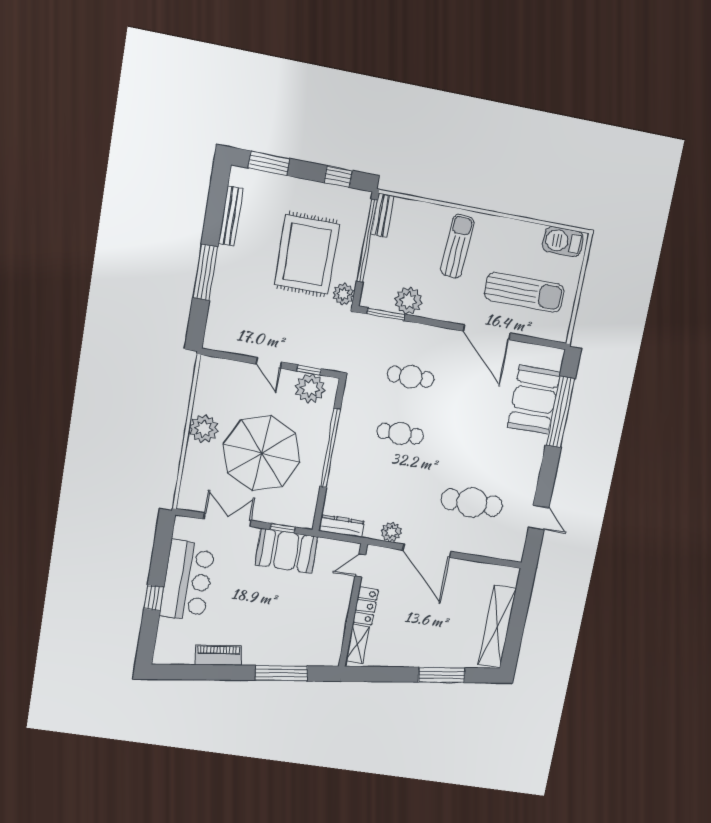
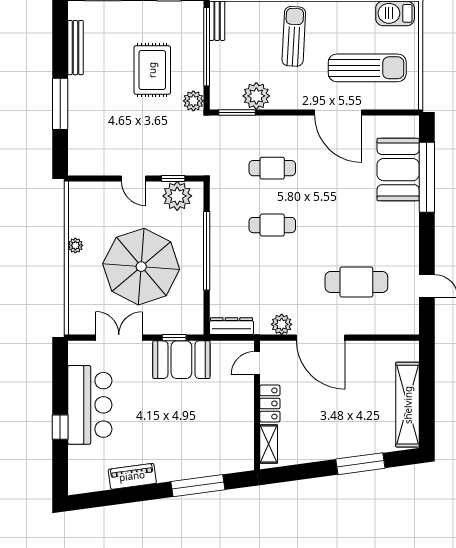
rug: (307, 255) -> (152, 70), width x0.73, depth x0.69
plant: (204, 429) -> (75, 245), width x0.53, depth x0.53

